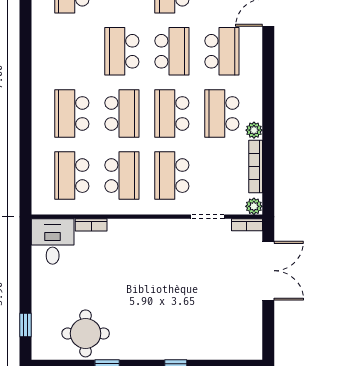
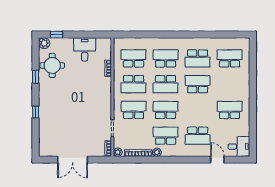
school desk: (172, 51) -> (198, 58), moved
desk: (53, 241) -> (85, 49), moved, turned -90
double door: (268, 271) -> (73, 160), moved
plant: (42, 349) -> (44, 43), added

